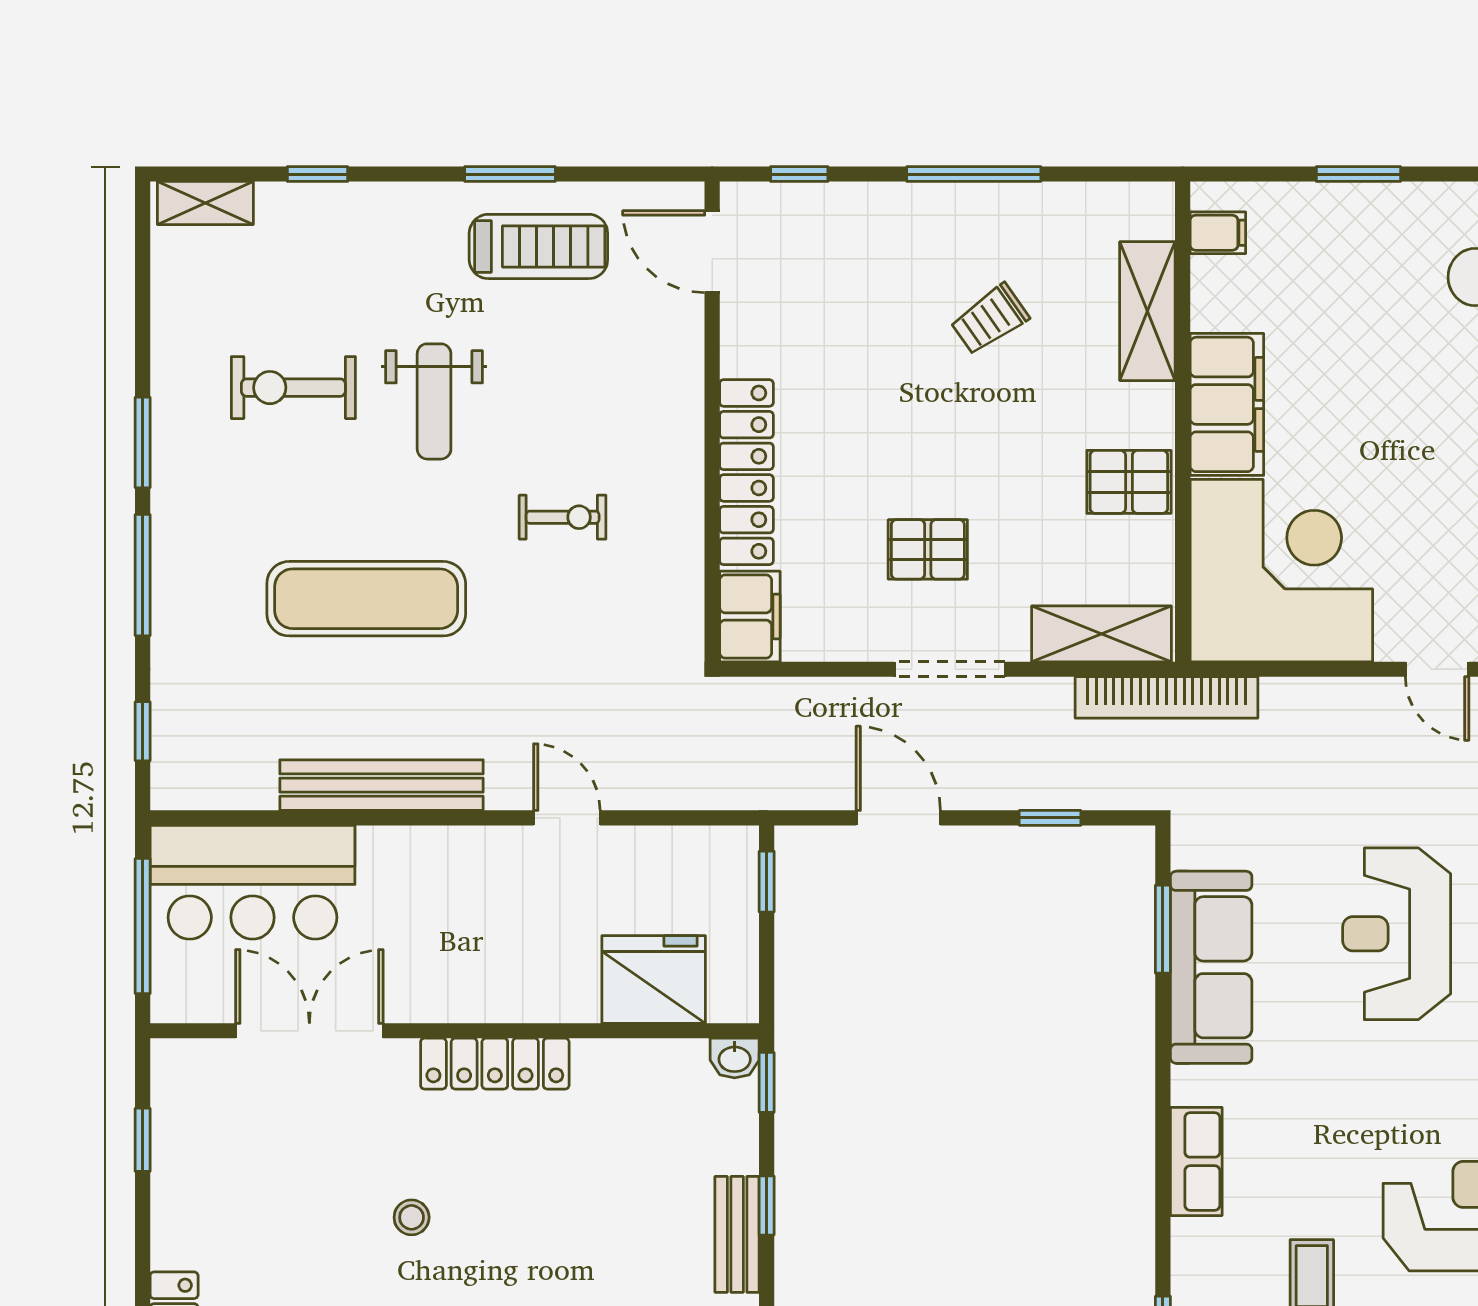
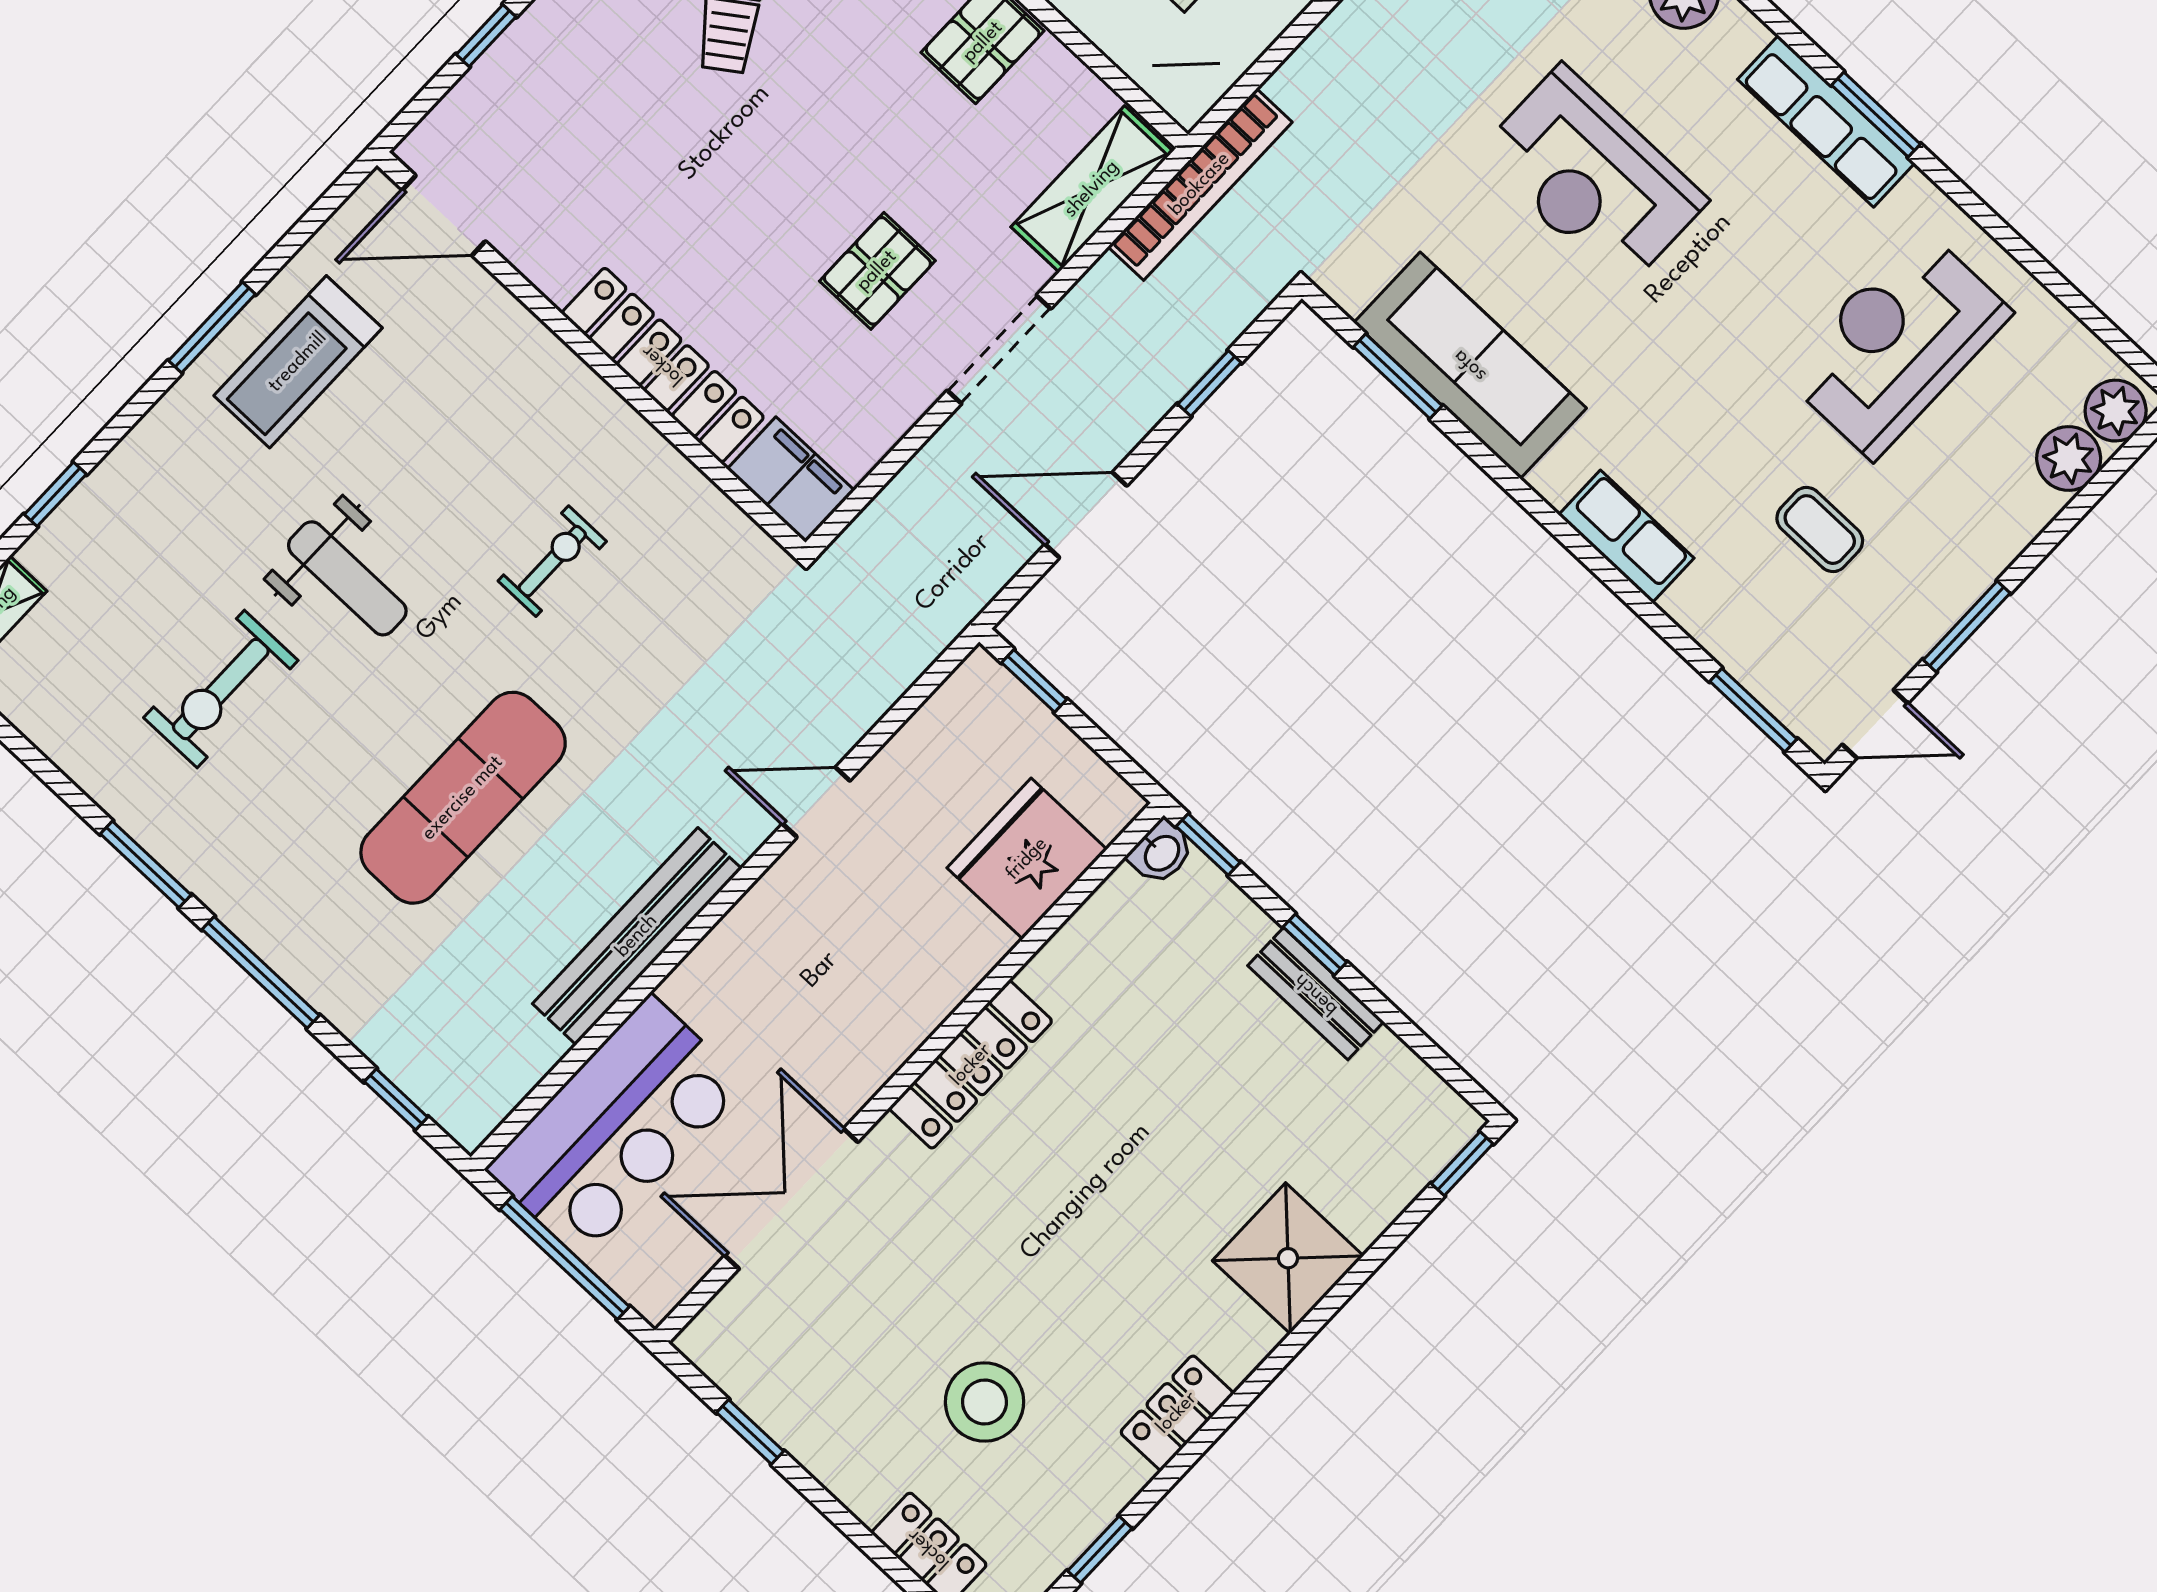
window: (799, 174) -> (486, 36), moved
treadmill: (538, 246) -> (298, 362), turned 180
stool: (412, 1217) -> (985, 1402), moved, width x1.89, depth x1.89

